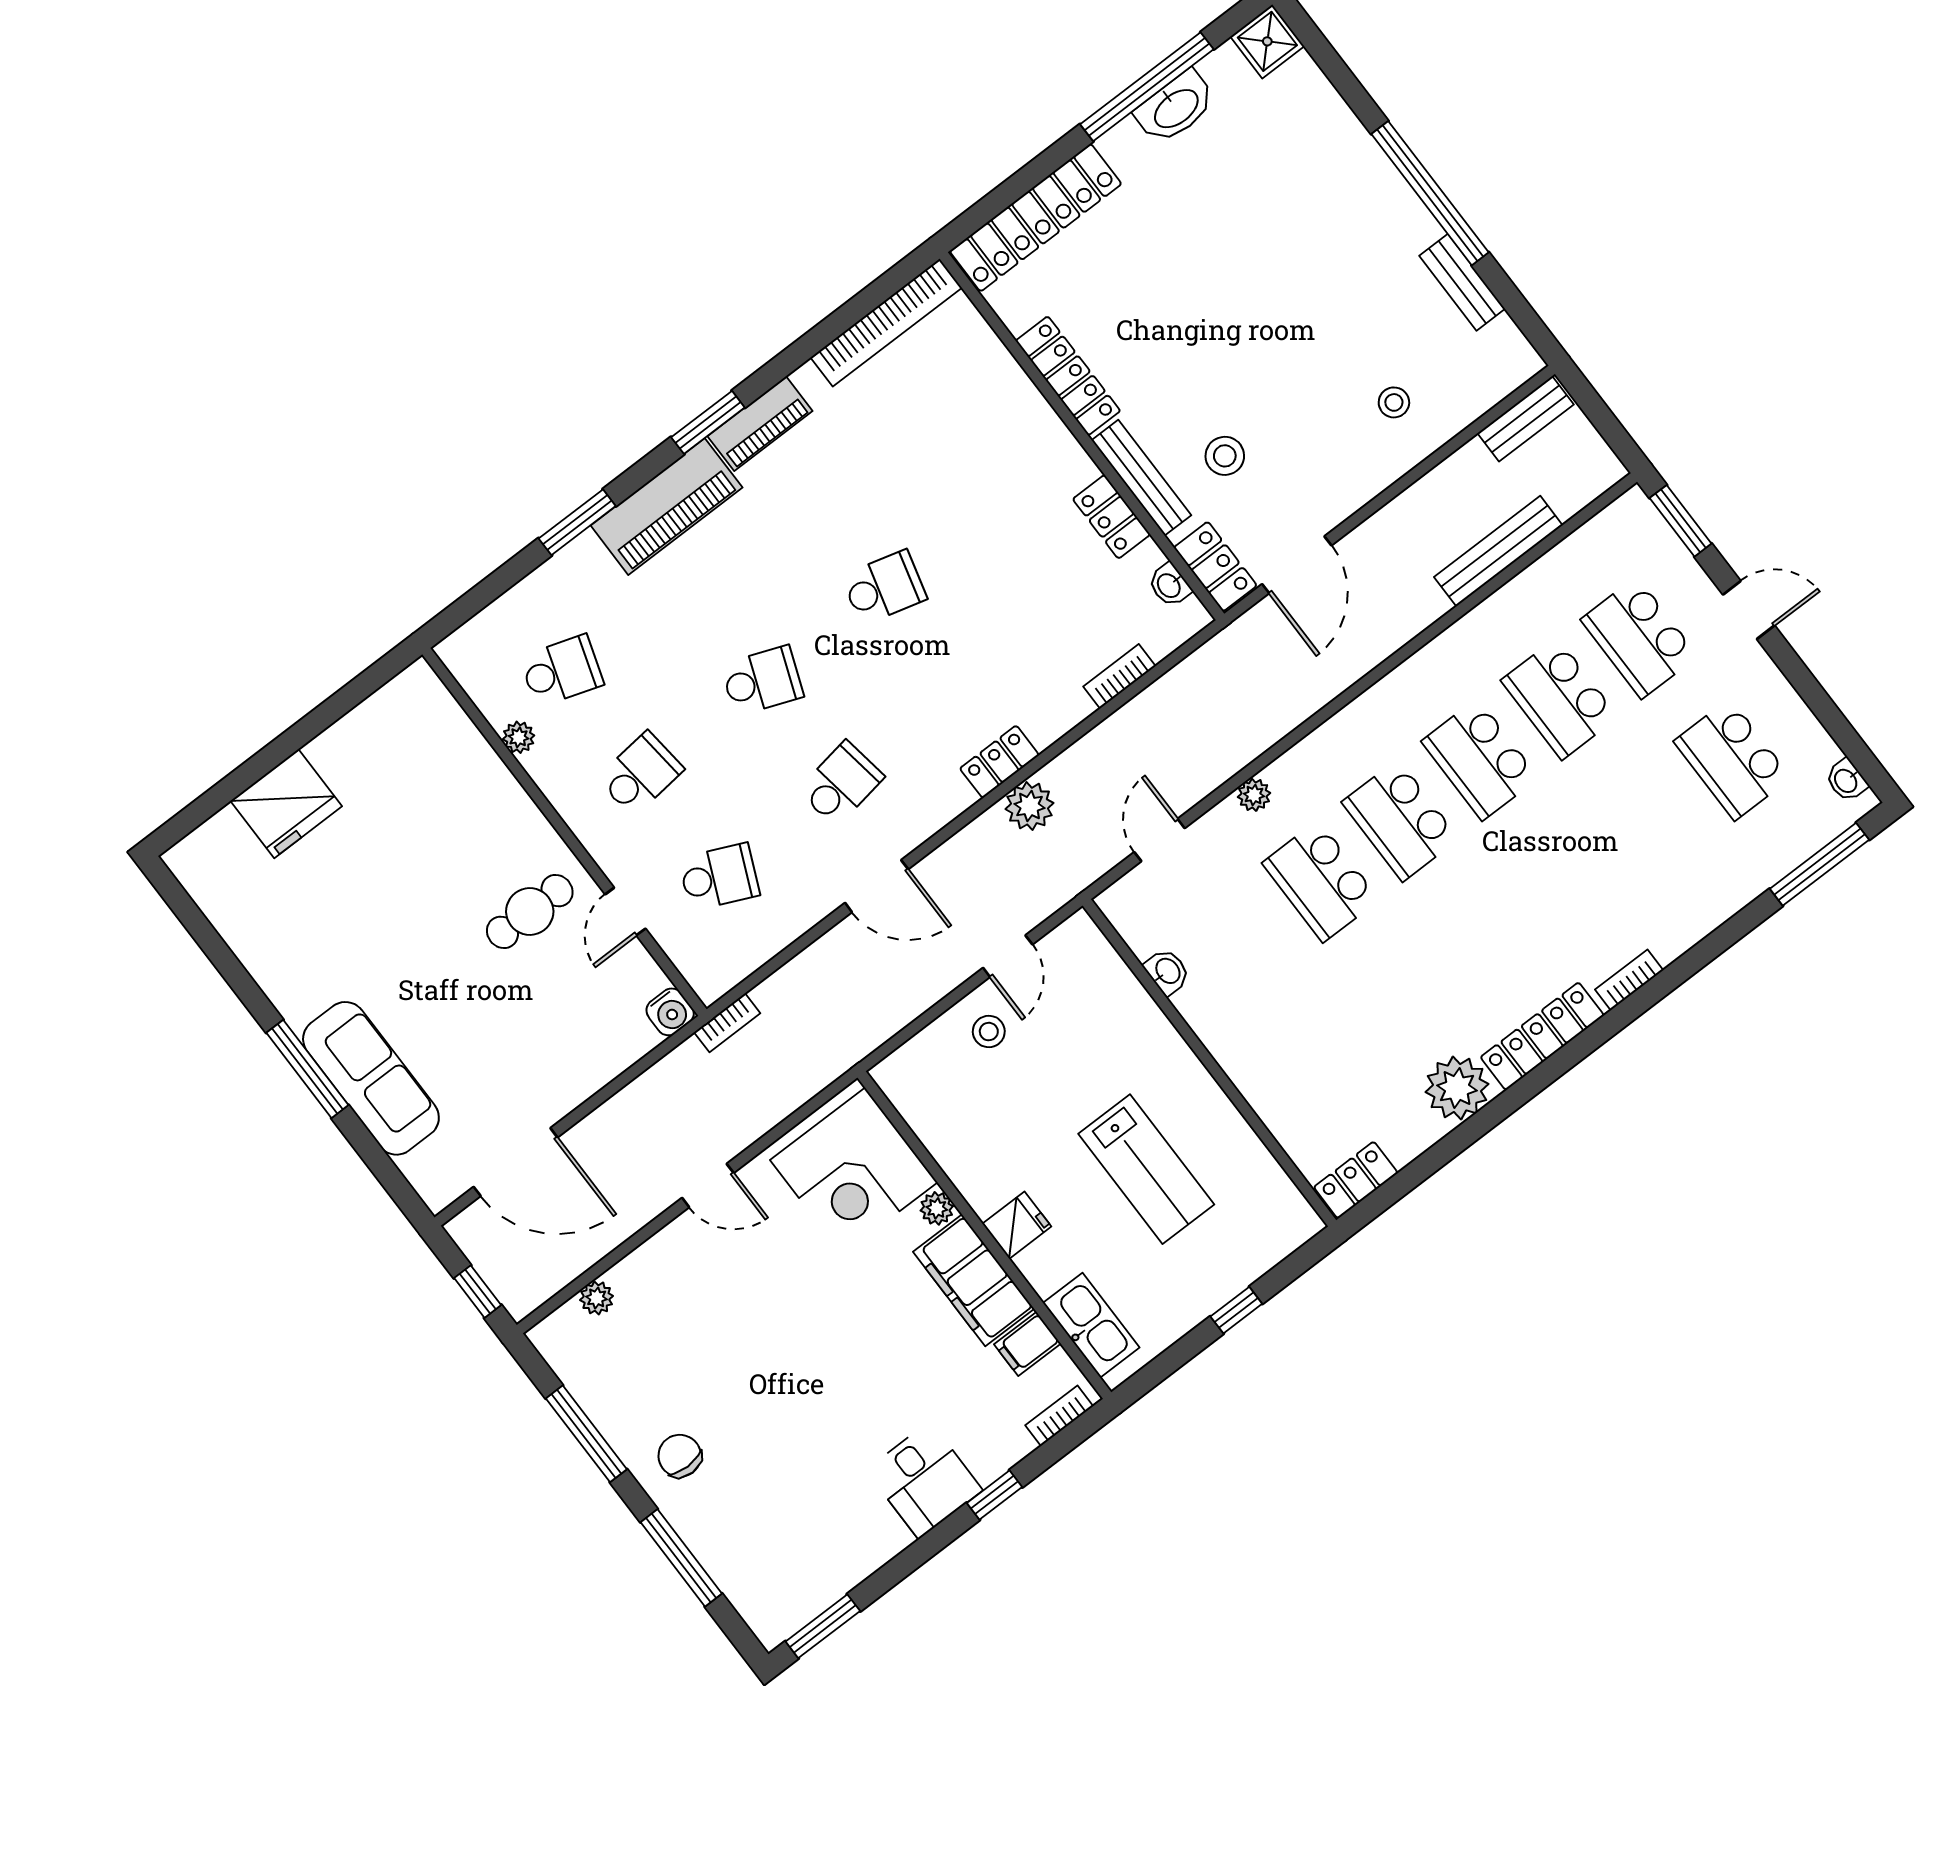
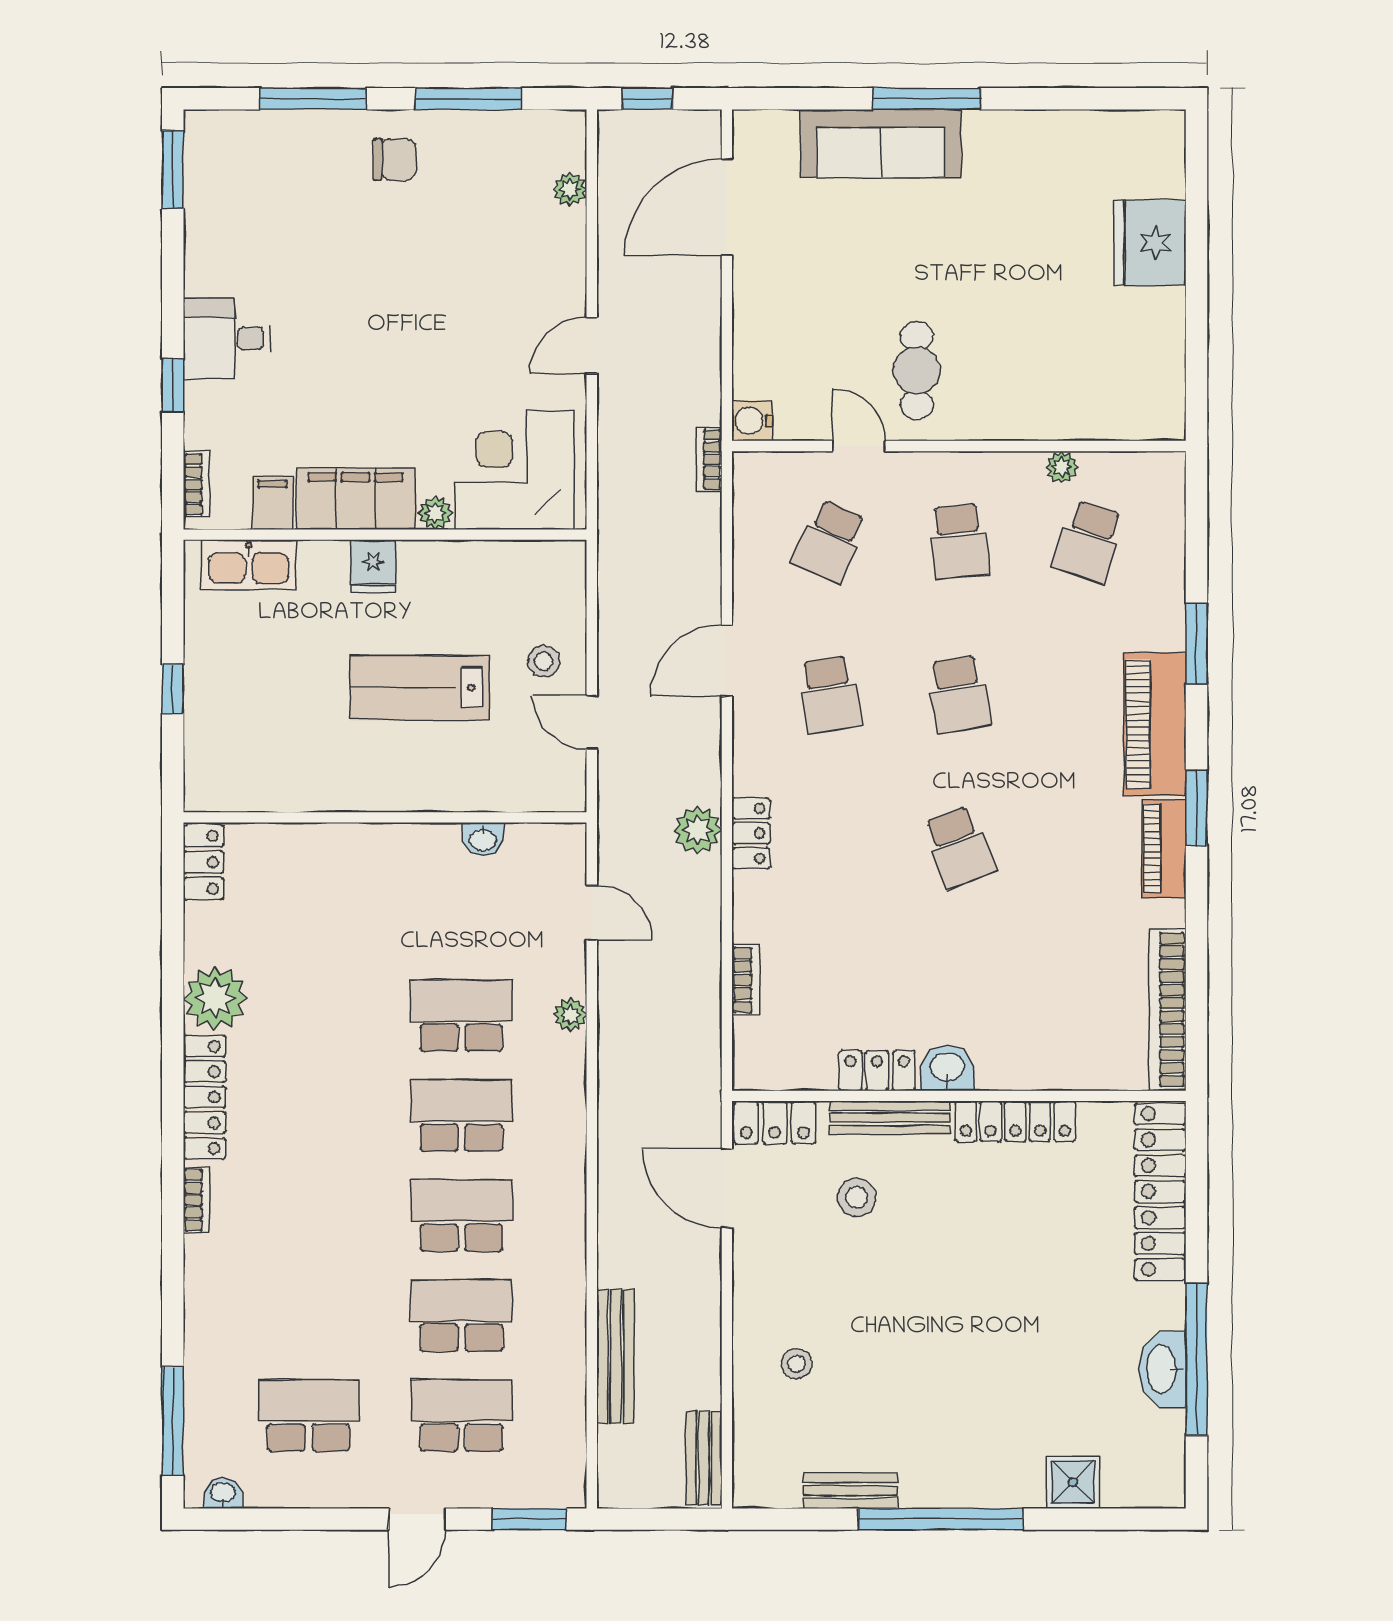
shower: (1267, 41) -> (1073, 1482), moved
washbasin: (1169, 585) -> (947, 1068), moved, width x1.38, depth x1.45
school desk: (884, 587) -> (959, 847), turned -36
school desk: (762, 681) -> (959, 694), turned -30
lab bench: (1146, 1169) -> (420, 688), moved

